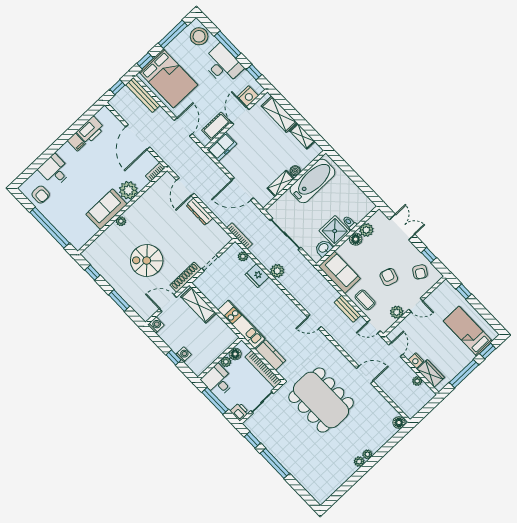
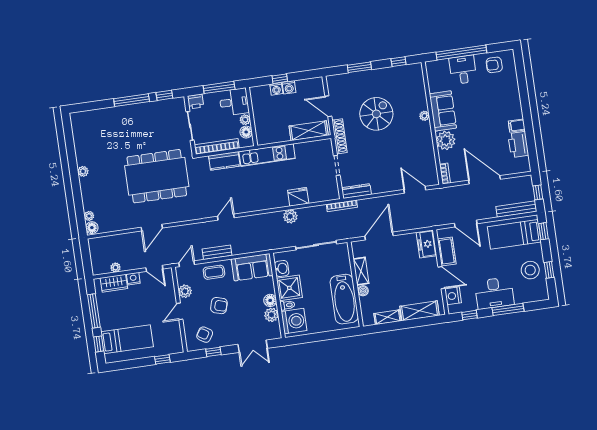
window: (173, 34) -> (549, 270), width x0.46
stool: (199, 36) -> (530, 270), moved
bed: (168, 78) -> (514, 234), width x0.67
desk: (55, 170) -> (463, 70), moved, turned -90
washing machine: (358, 208) -> (294, 321), added
dresser: (199, 212) -> (356, 191), moved
plant: (243, 256) -> (323, 196), removed
door: (168, 303) -> (328, 106), swing flipped
washing machine: (156, 325) -> (289, 87), moved
plant: (367, 454) -> (89, 216), moved

